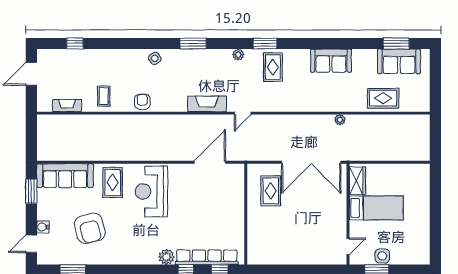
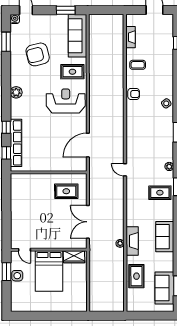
fireplace: (207, 104) -> (132, 241), moved
door: (210, 162) -> (88, 145), swing flipped
double door: (311, 162) -> (88, 222), width x0.73
bed: (376, 208) -> (49, 271), width x1.50
water cooler: (43, 227) -> (15, 19), moved
plant: (167, 257) -> (16, 92), moved

